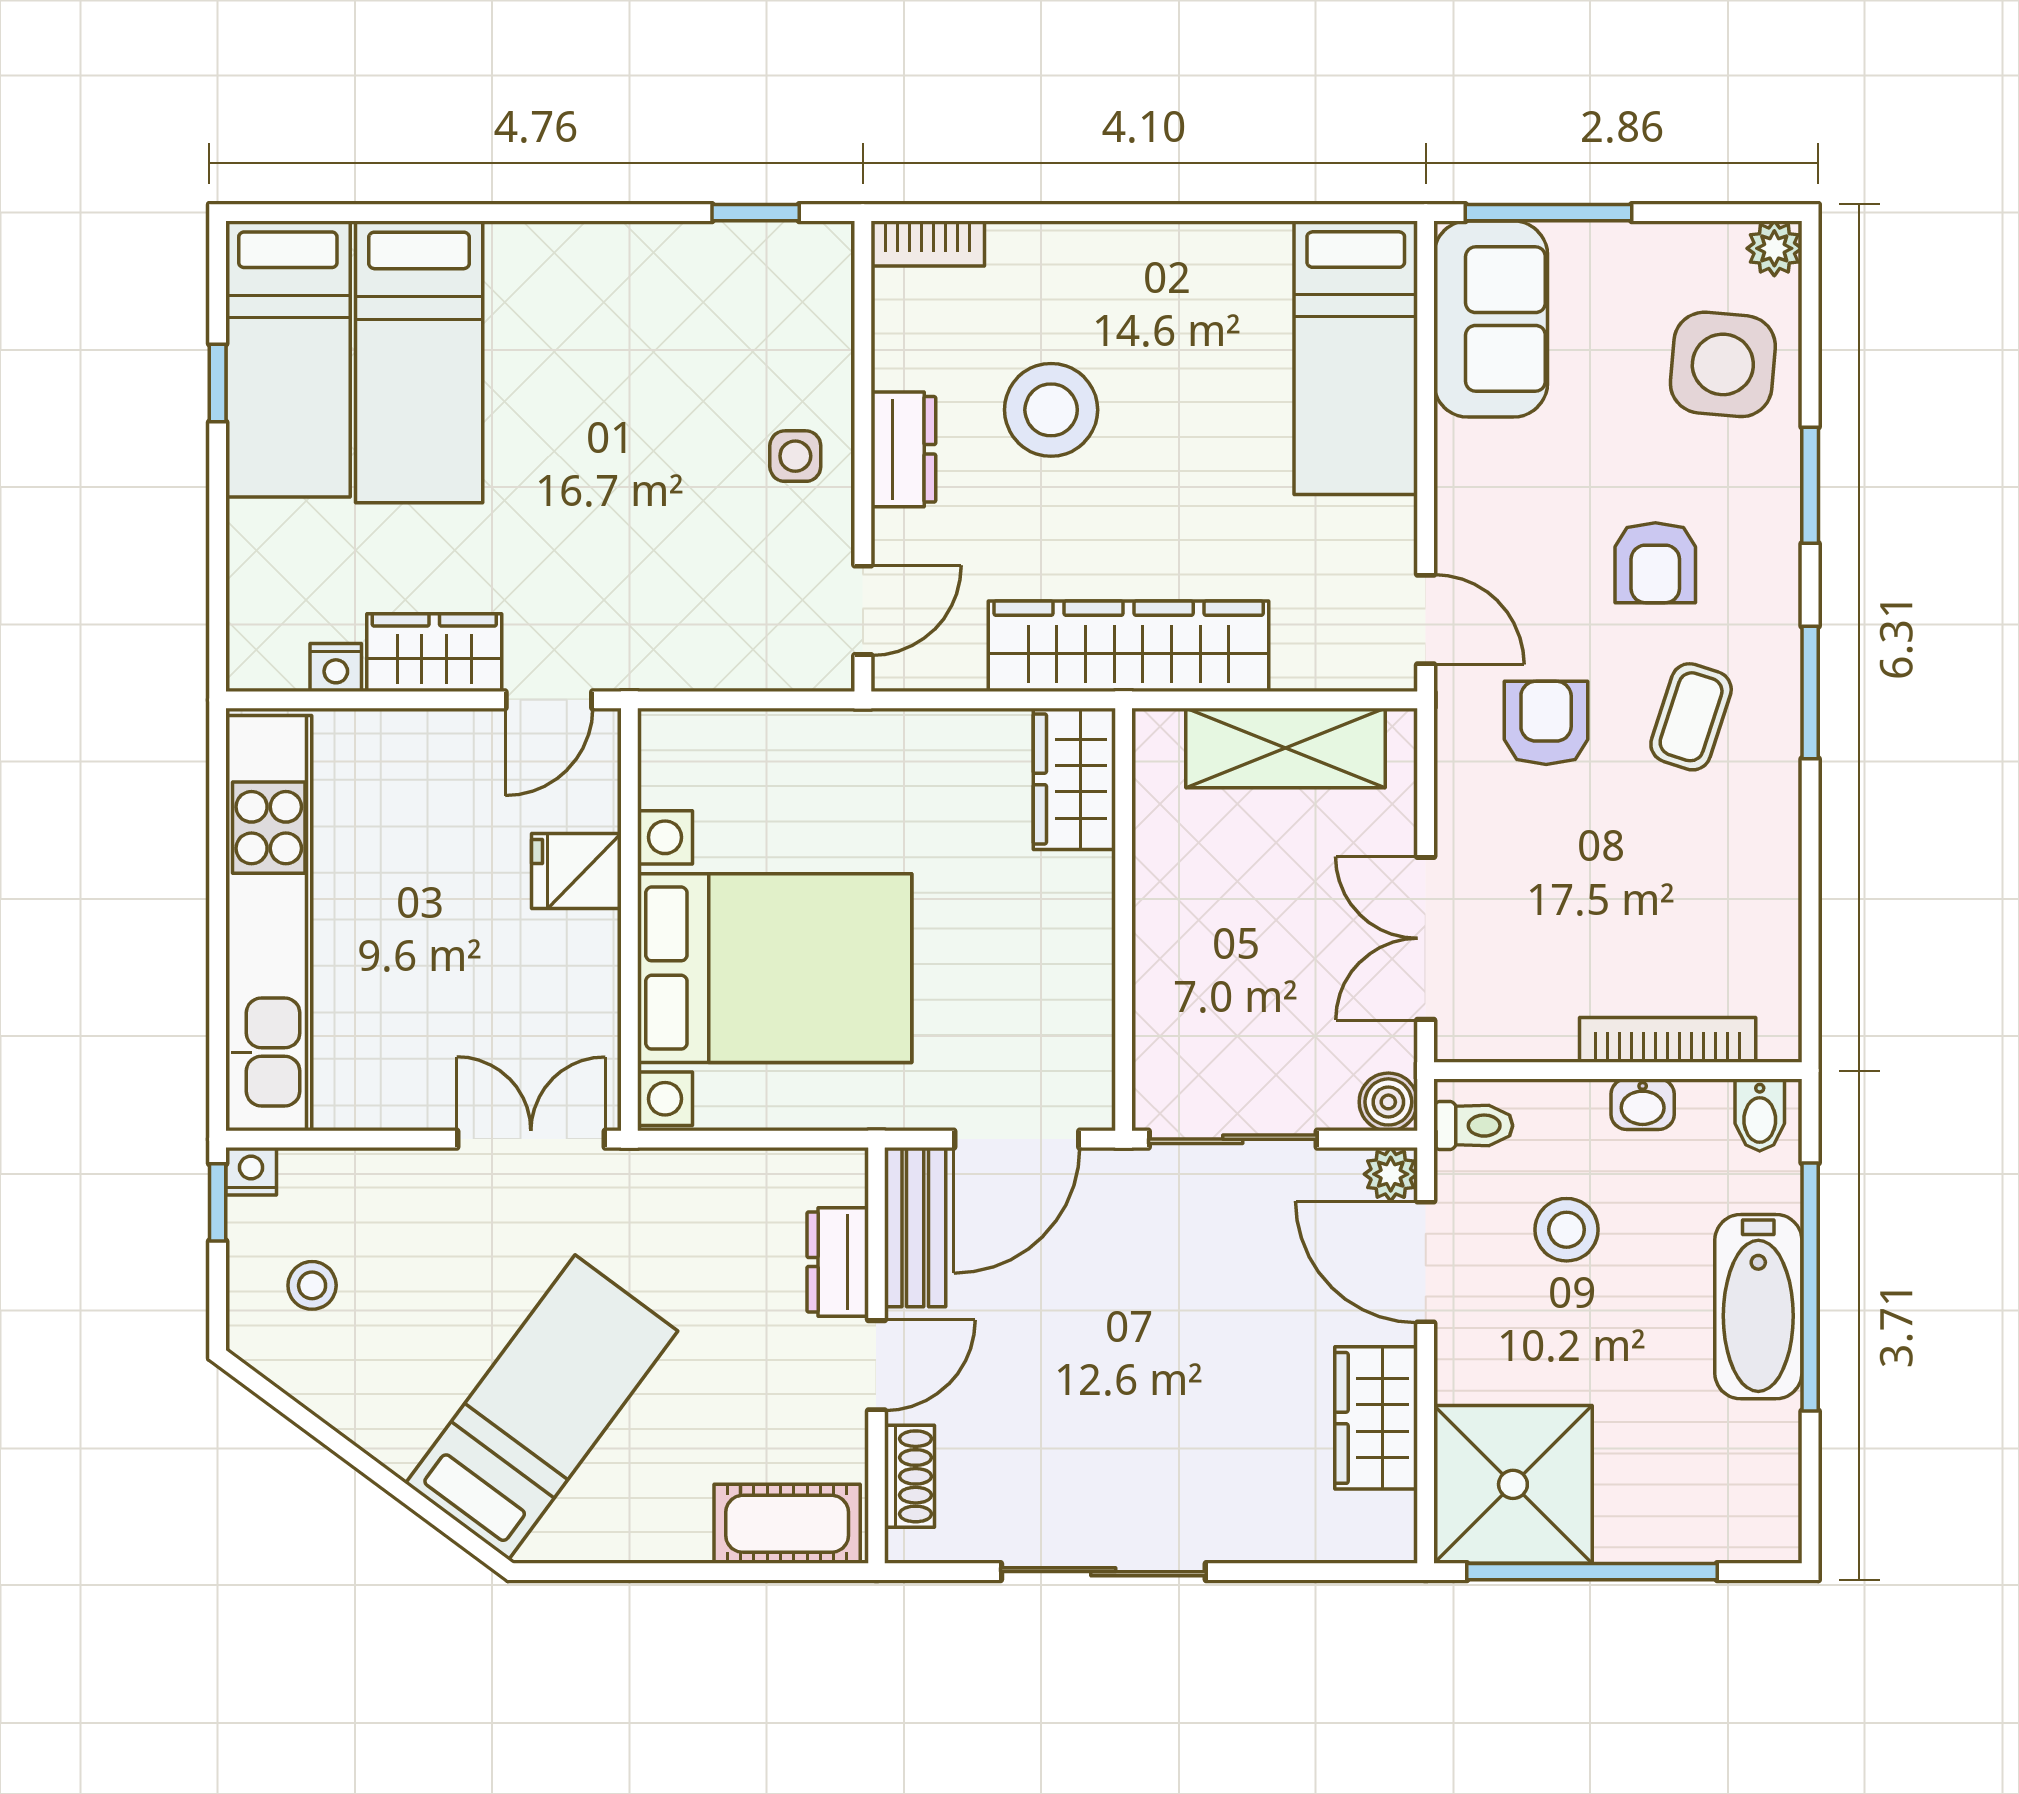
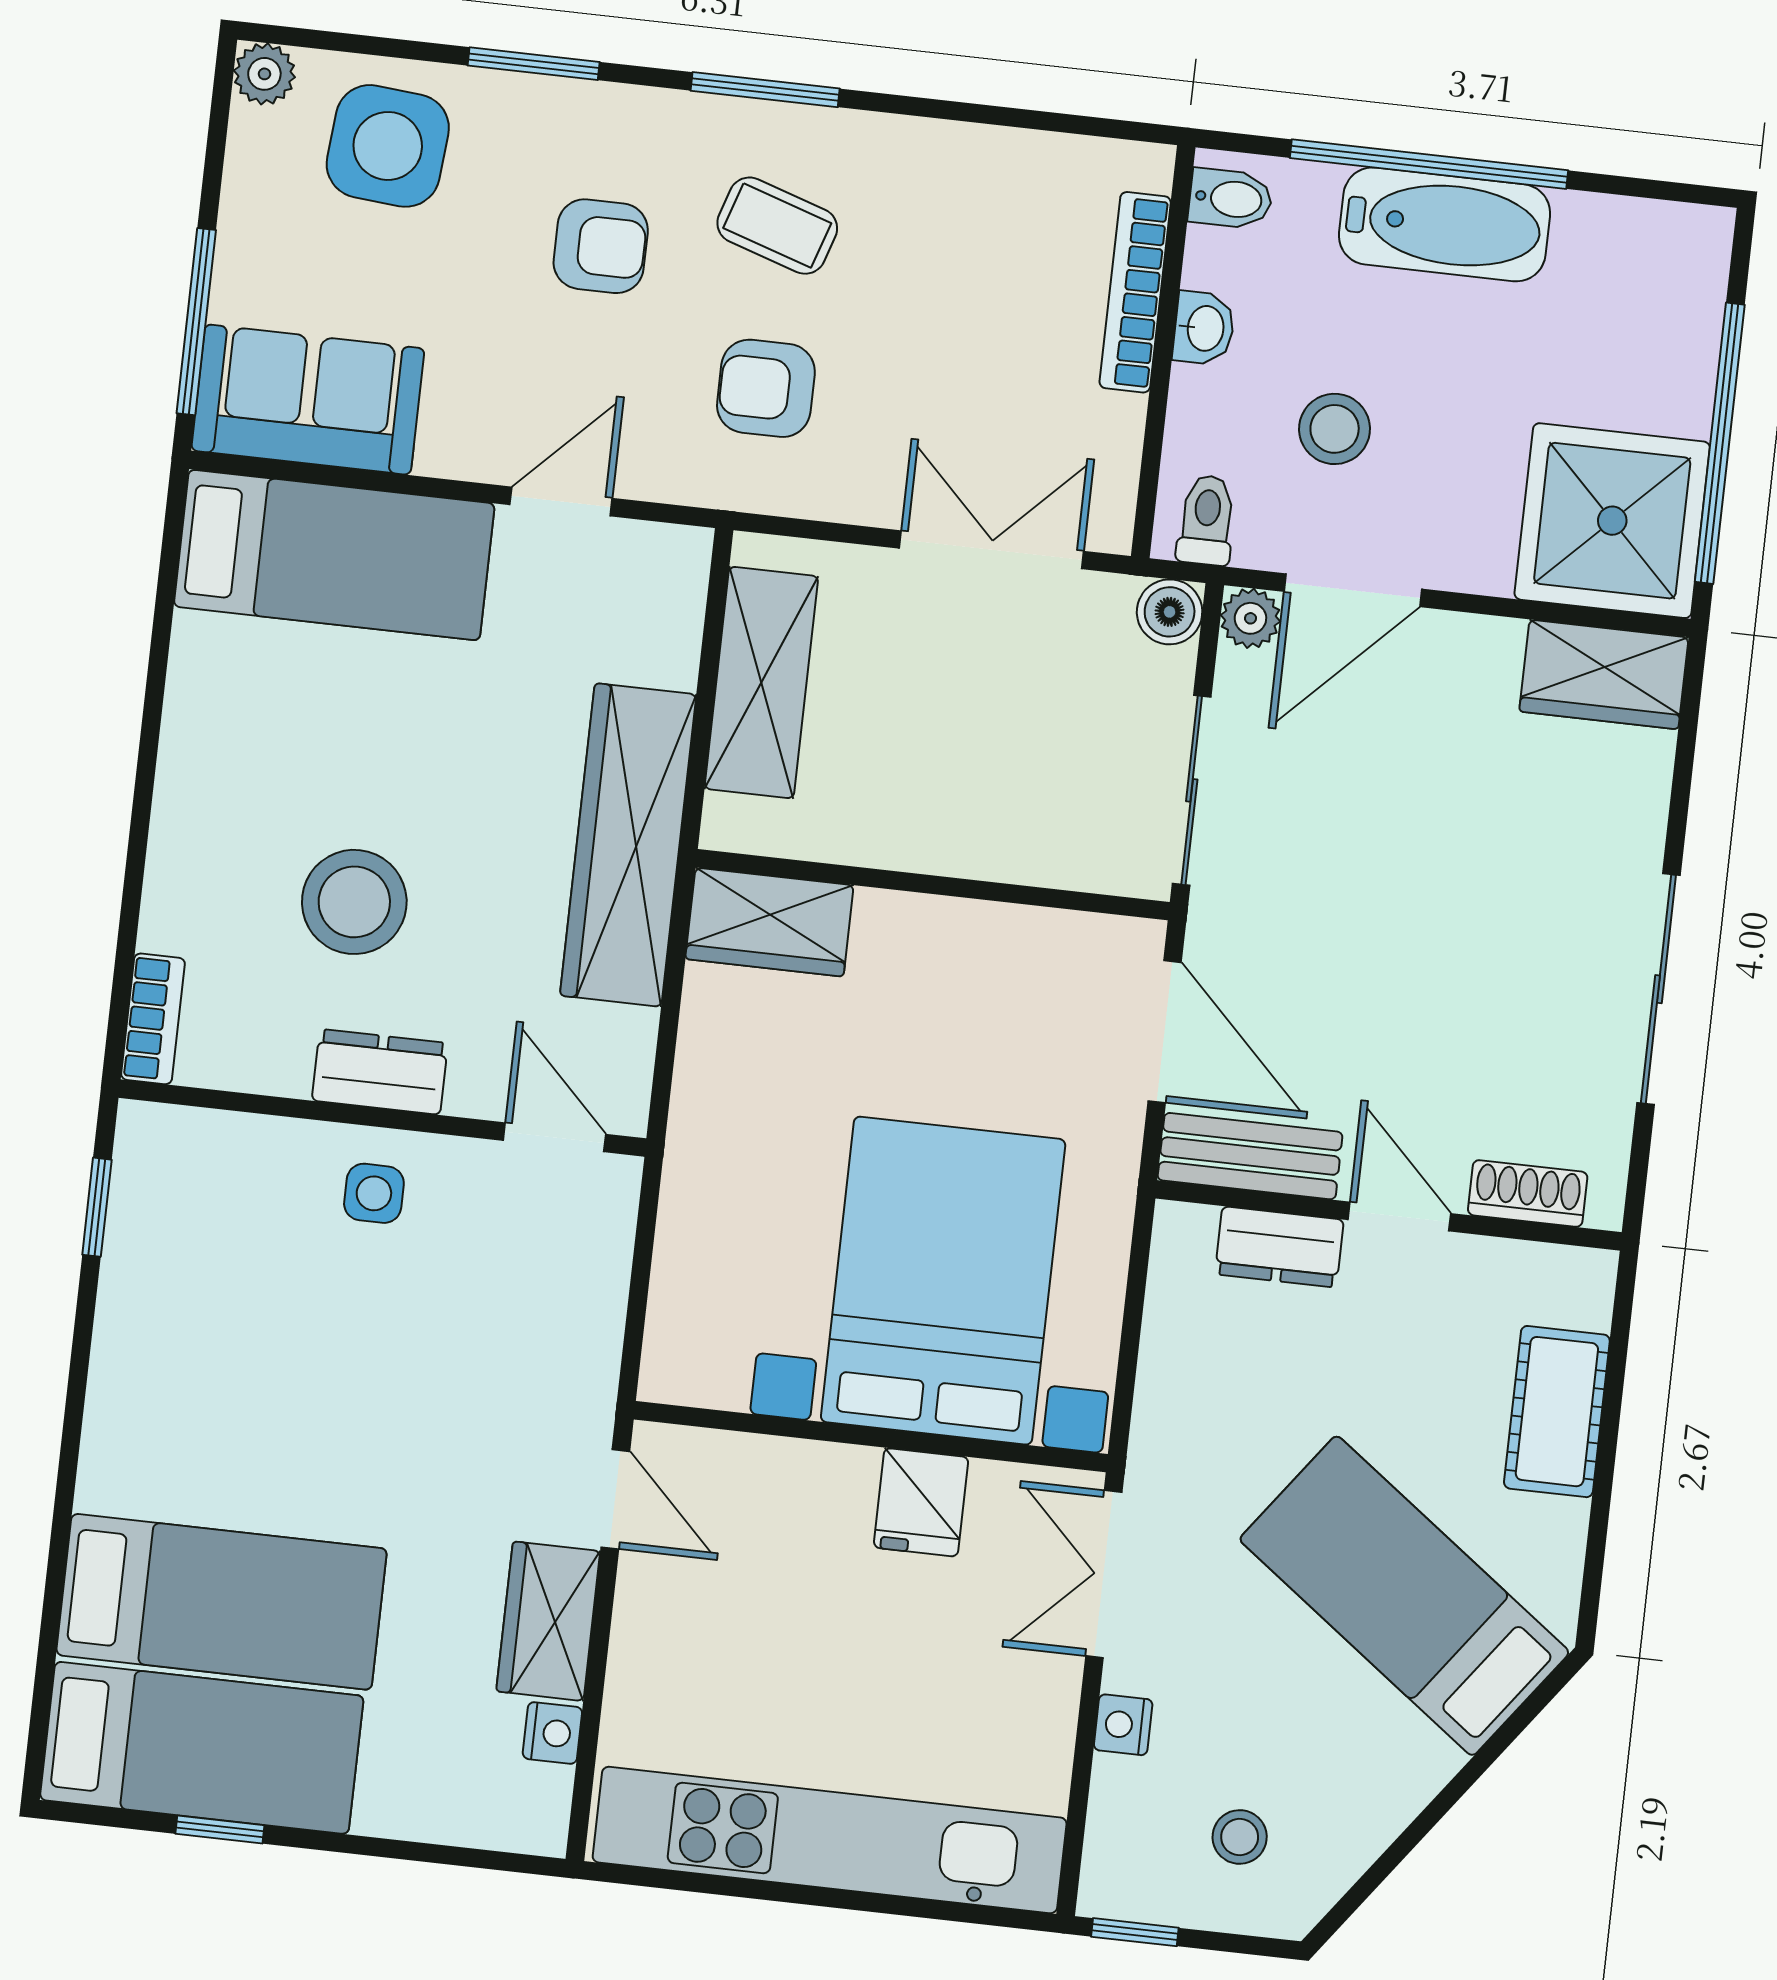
door: (1426, 620) -> (561, 501), moved
fridge: (576, 871) -> (921, 1502), moved
double door: (1426, 938) -> (992, 550), swing flipped
nightstand: (251, 1171) -> (1123, 1725), moved
wardrobe: (1376, 1418) -> (1604, 674), moved
cot: (787, 1524) -> (1557, 1412), moved

